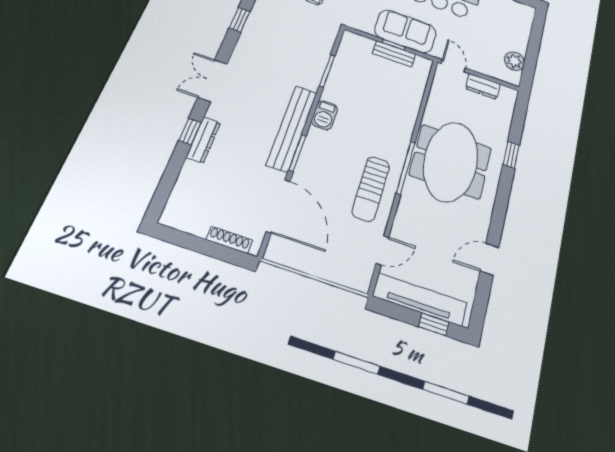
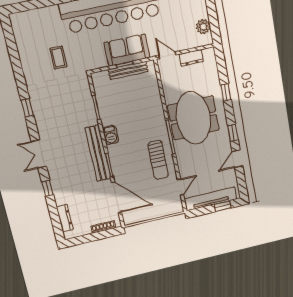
bench: (394, 54) -> (128, 71), width x1.36
dresser: (203, 140) -> (65, 218), moved
window: (498, 216) -> (233, 133), added

